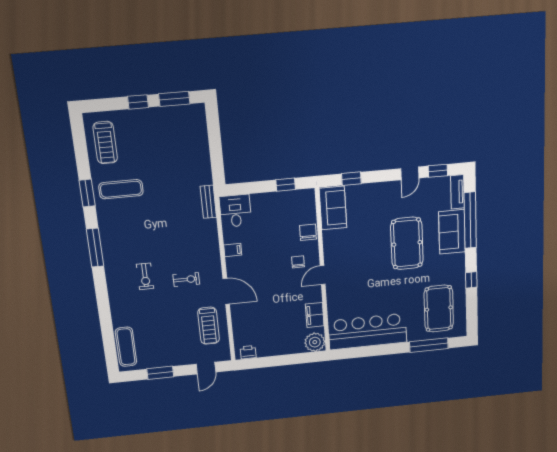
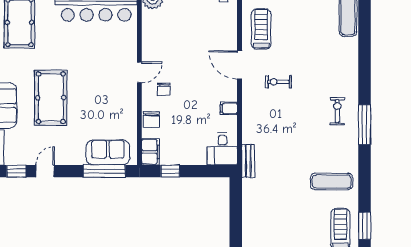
window: (351, 179) -> (104, 171), width x2.17
window: (87, 193) -> (365, 226), moved
sofa: (333, 208) -> (108, 152), moved, turned 90
exercise bike: (145, 276) -> (337, 111), moved
filing cabinet: (315, 315) -> (151, 152), moved

